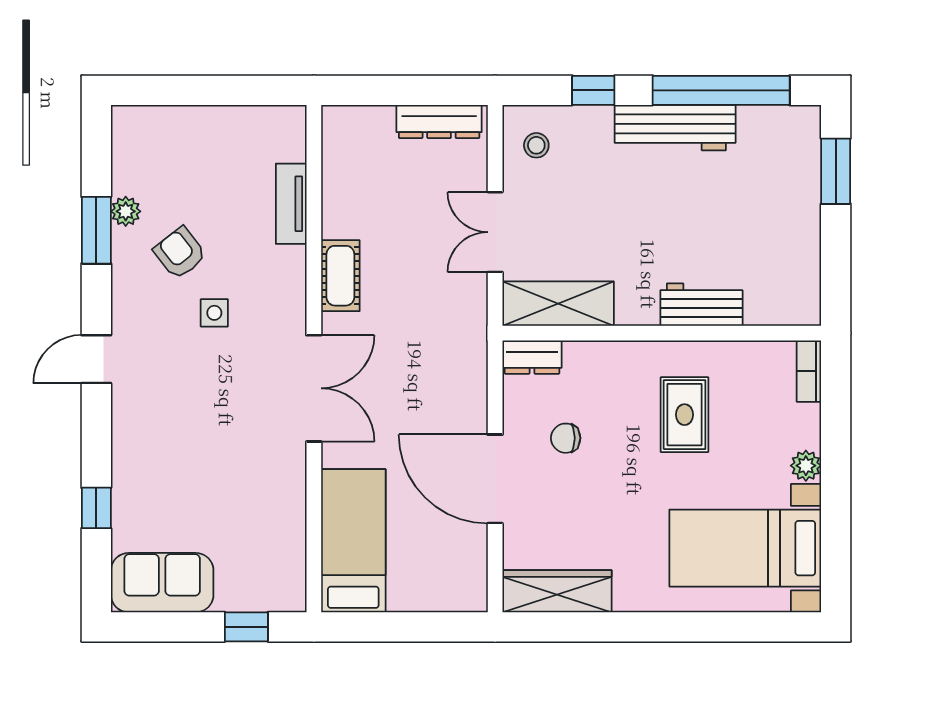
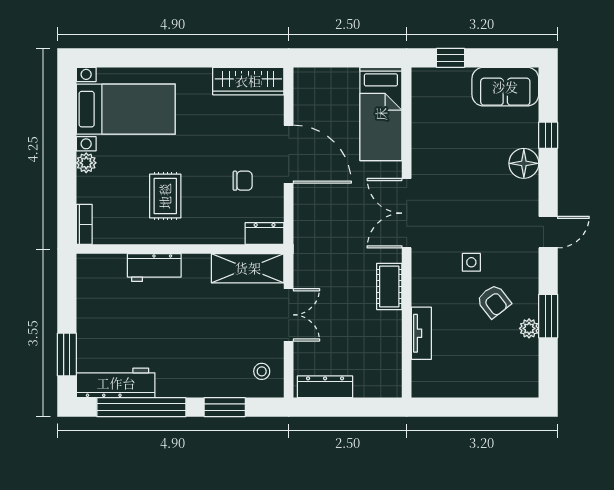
window: (593, 90) -> (225, 407), width x1.50
workbench: (675, 128) -> (116, 383), moved
floor lamp: (134, 465) -> (524, 163), added

